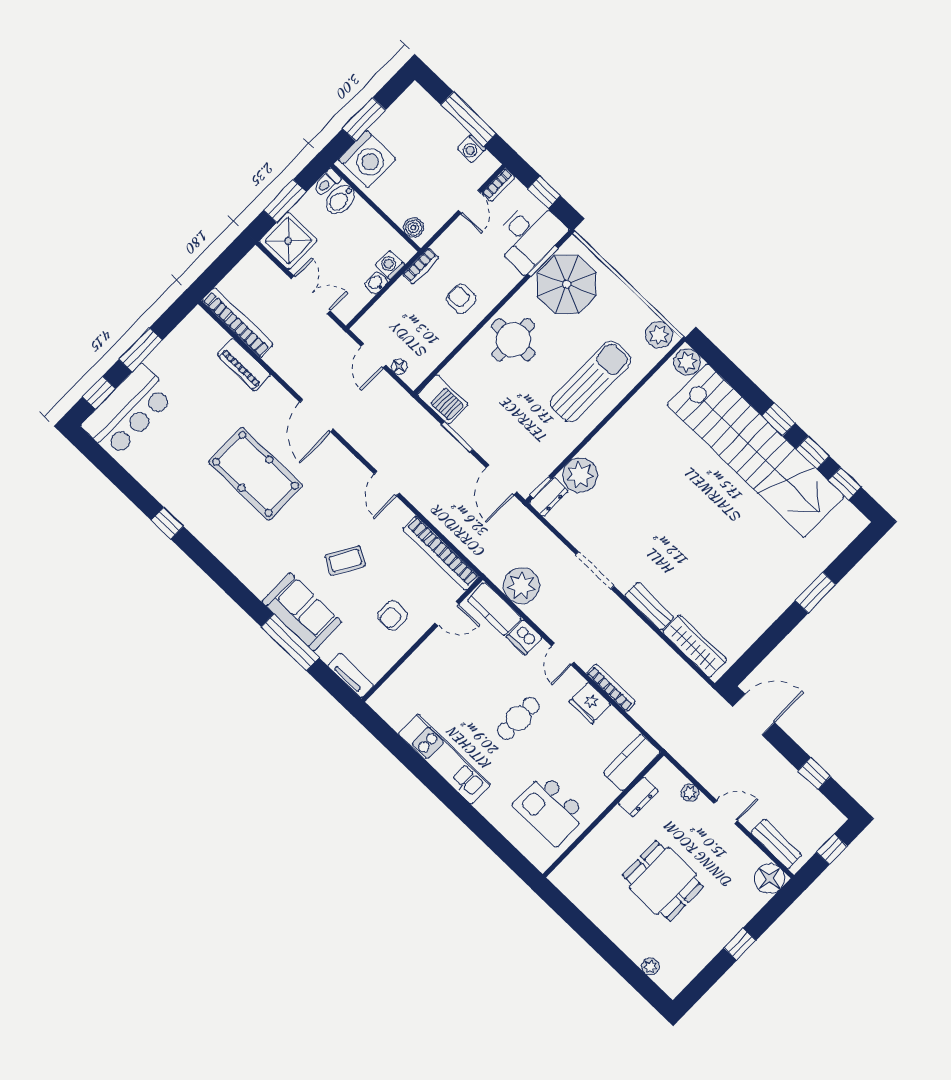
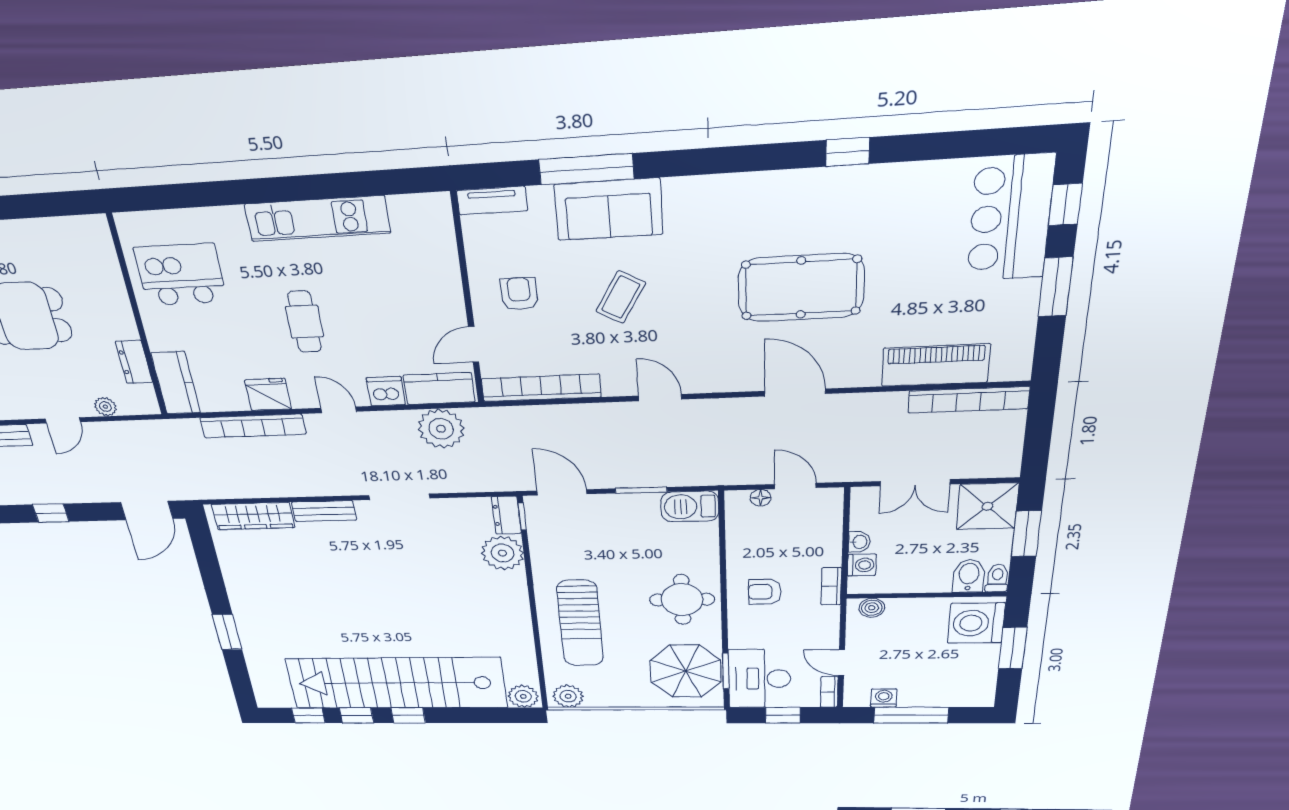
armchair: (461, 299) -> (765, 592), turned 180
piano: (244, 365) -> (936, 365), width x1.37, depth x1.33
bookcase: (611, 688) -> (253, 426), width x1.48, depth x1.31

